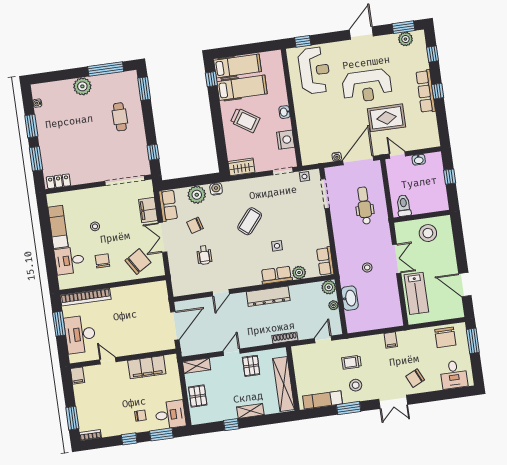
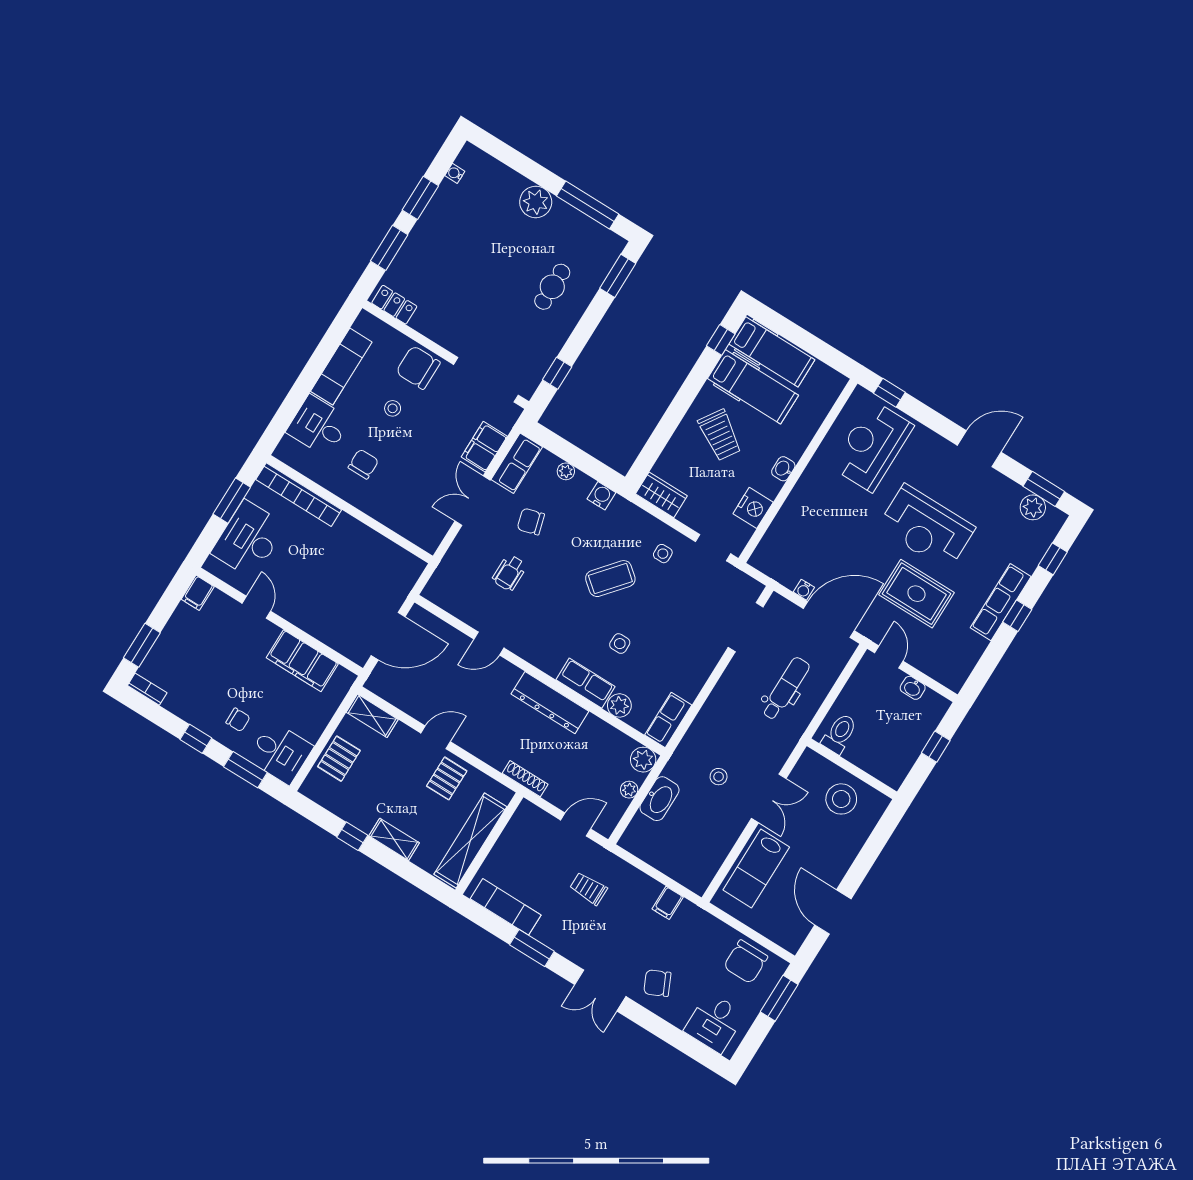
reception desk: (314, 70) -> (872, 446), turned 180
side table: (304, 177) -> (663, 554), moved
plant: (197, 195) -> (566, 471), width x0.53, depth x0.53
chair: (138, 262) -> (418, 367), moved, turned -148
stool: (356, 385) -> (568, 925), removed

